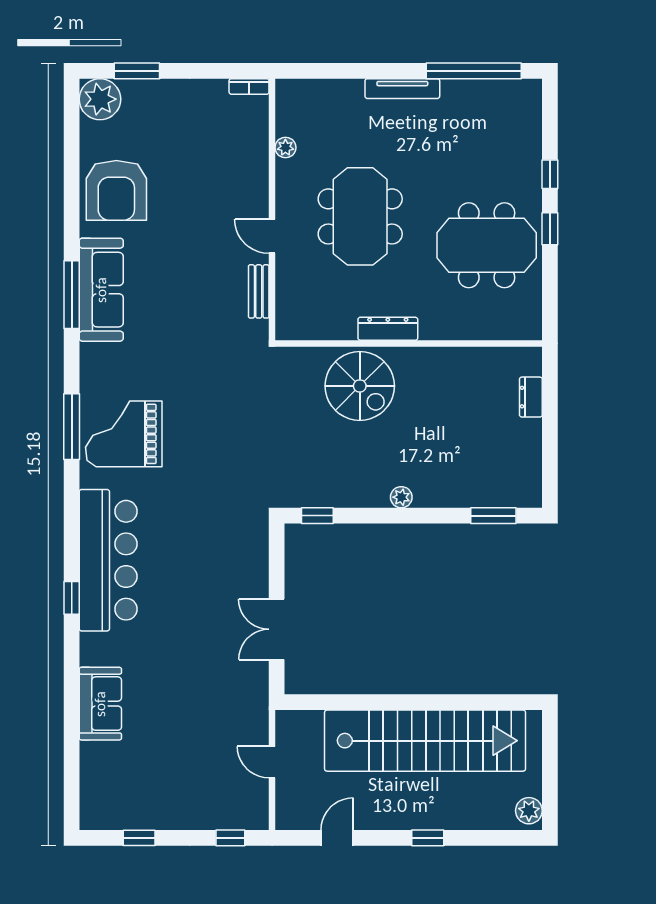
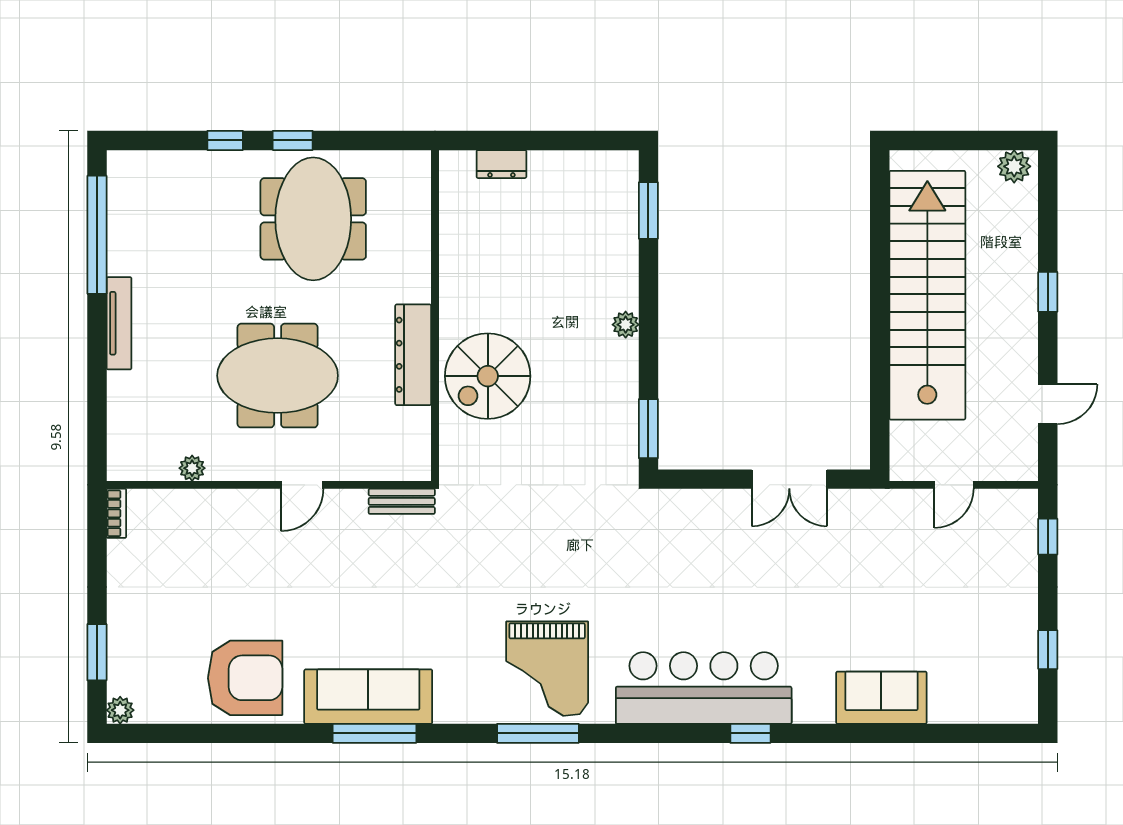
plant: (100, 99) -> (120, 710), width x0.53, depth x0.53
bench: (259, 291) -> (402, 501), moved
dresser: (388, 329) -> (413, 355), width x1.37, depth x1.24
spiral stairs: (360, 386) -> (488, 376), turned 180
window: (317, 516) -> (648, 429), width x1.50
door: (337, 838) -> (1048, 404), swing flipped

